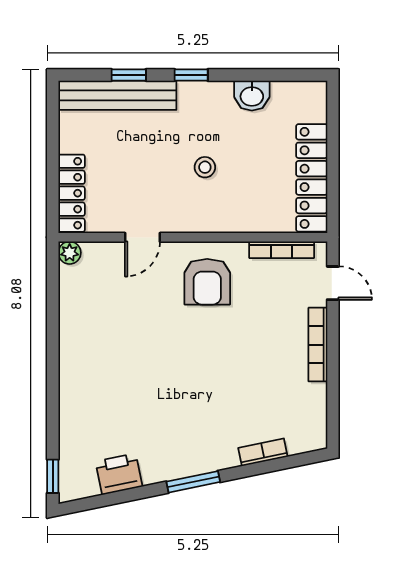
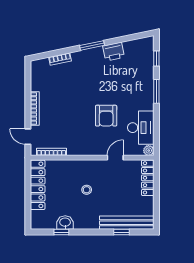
window: (191, 75) -> (61, 232), moved
armchair: (207, 282) -> (106, 116), moved, turned 180
desk: (87, 303) -> (141, 128), added
window: (53, 382) -> (156, 91), added
printer: (119, 474) -> (114, 52), moved
window: (53, 476) -> (156, 59), moved

